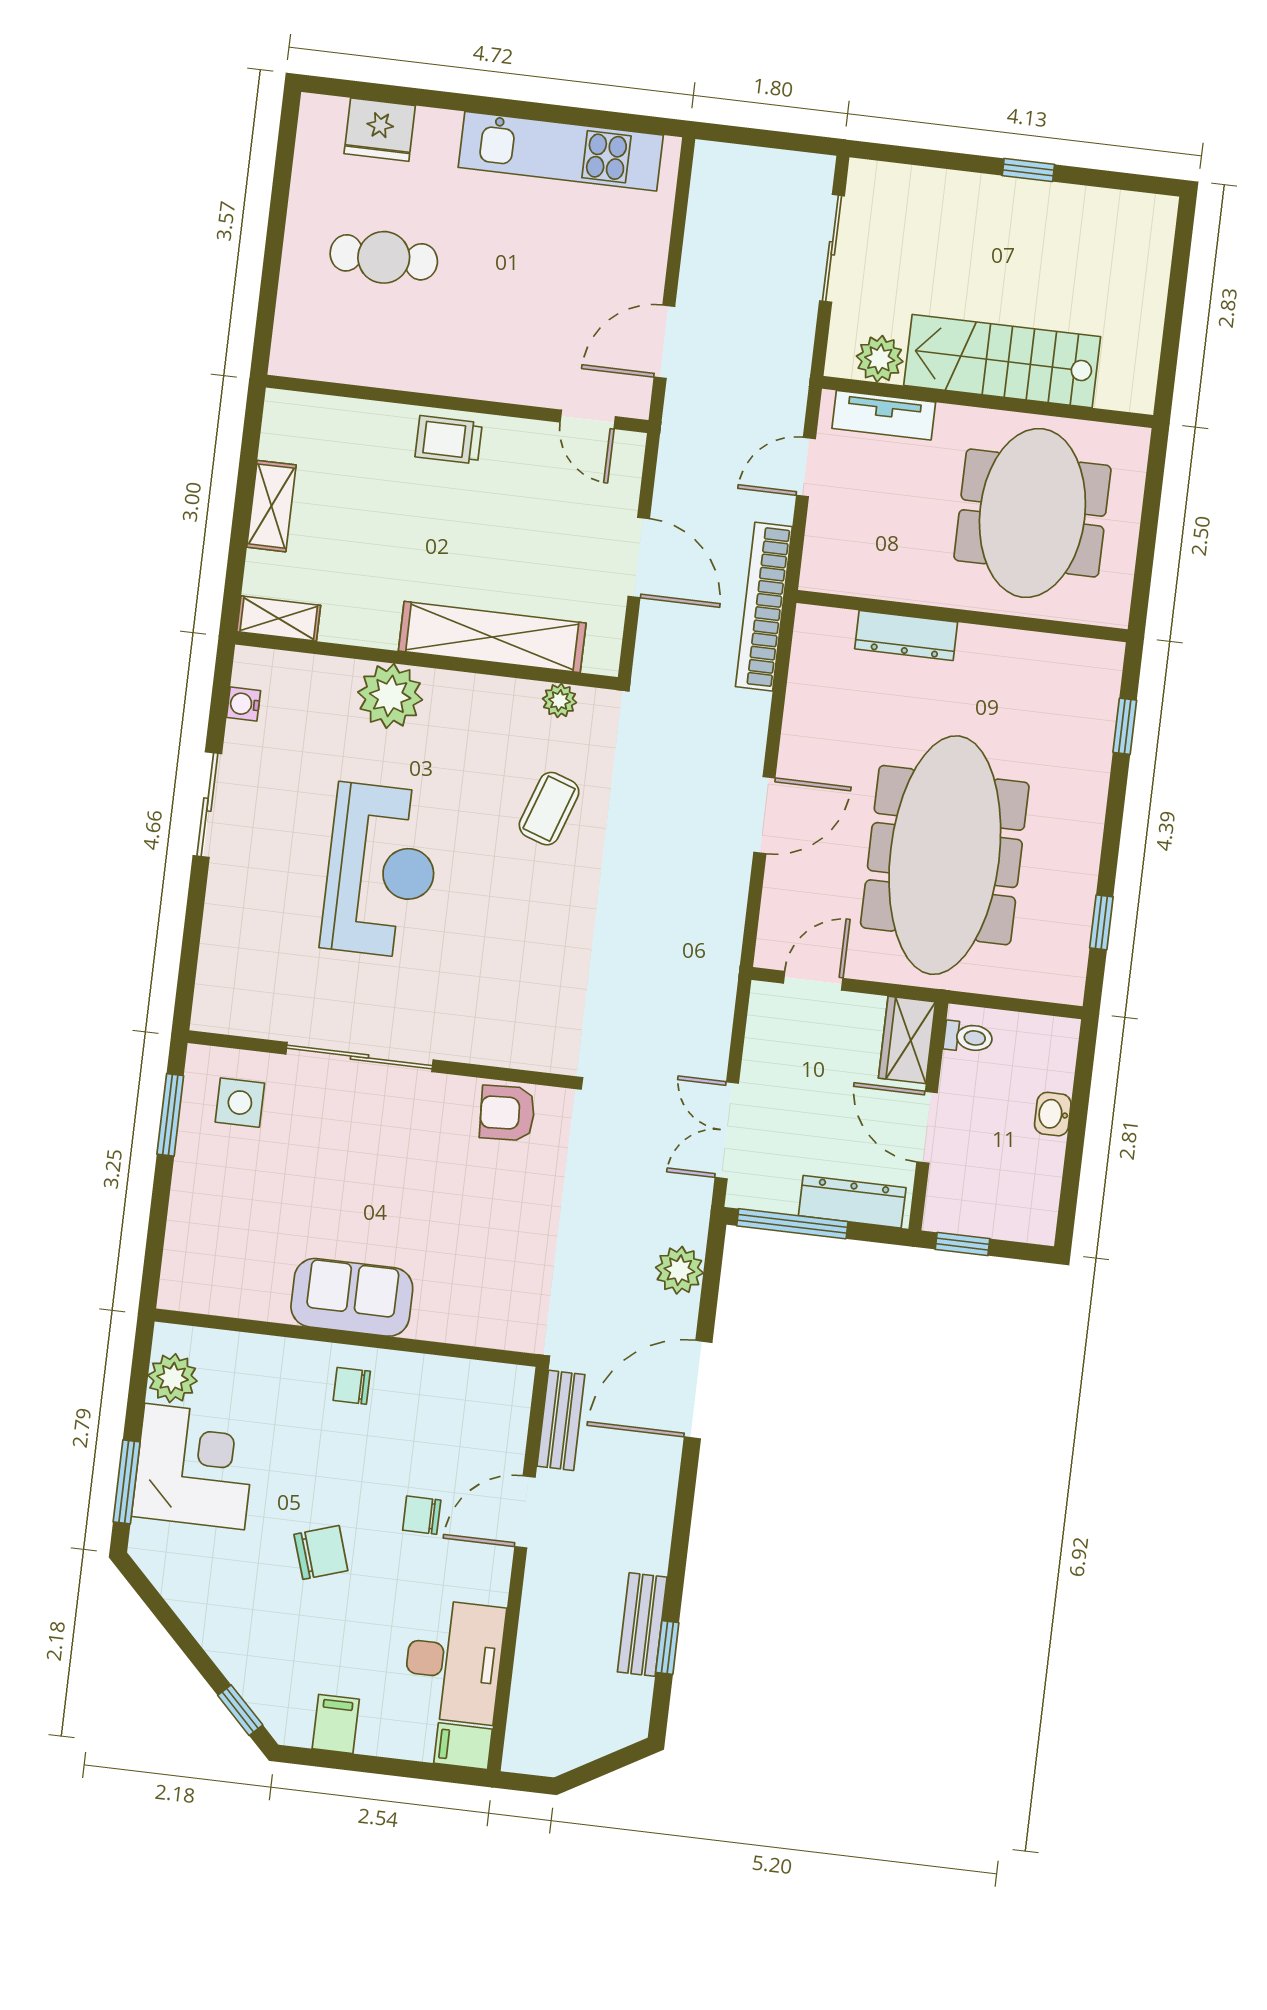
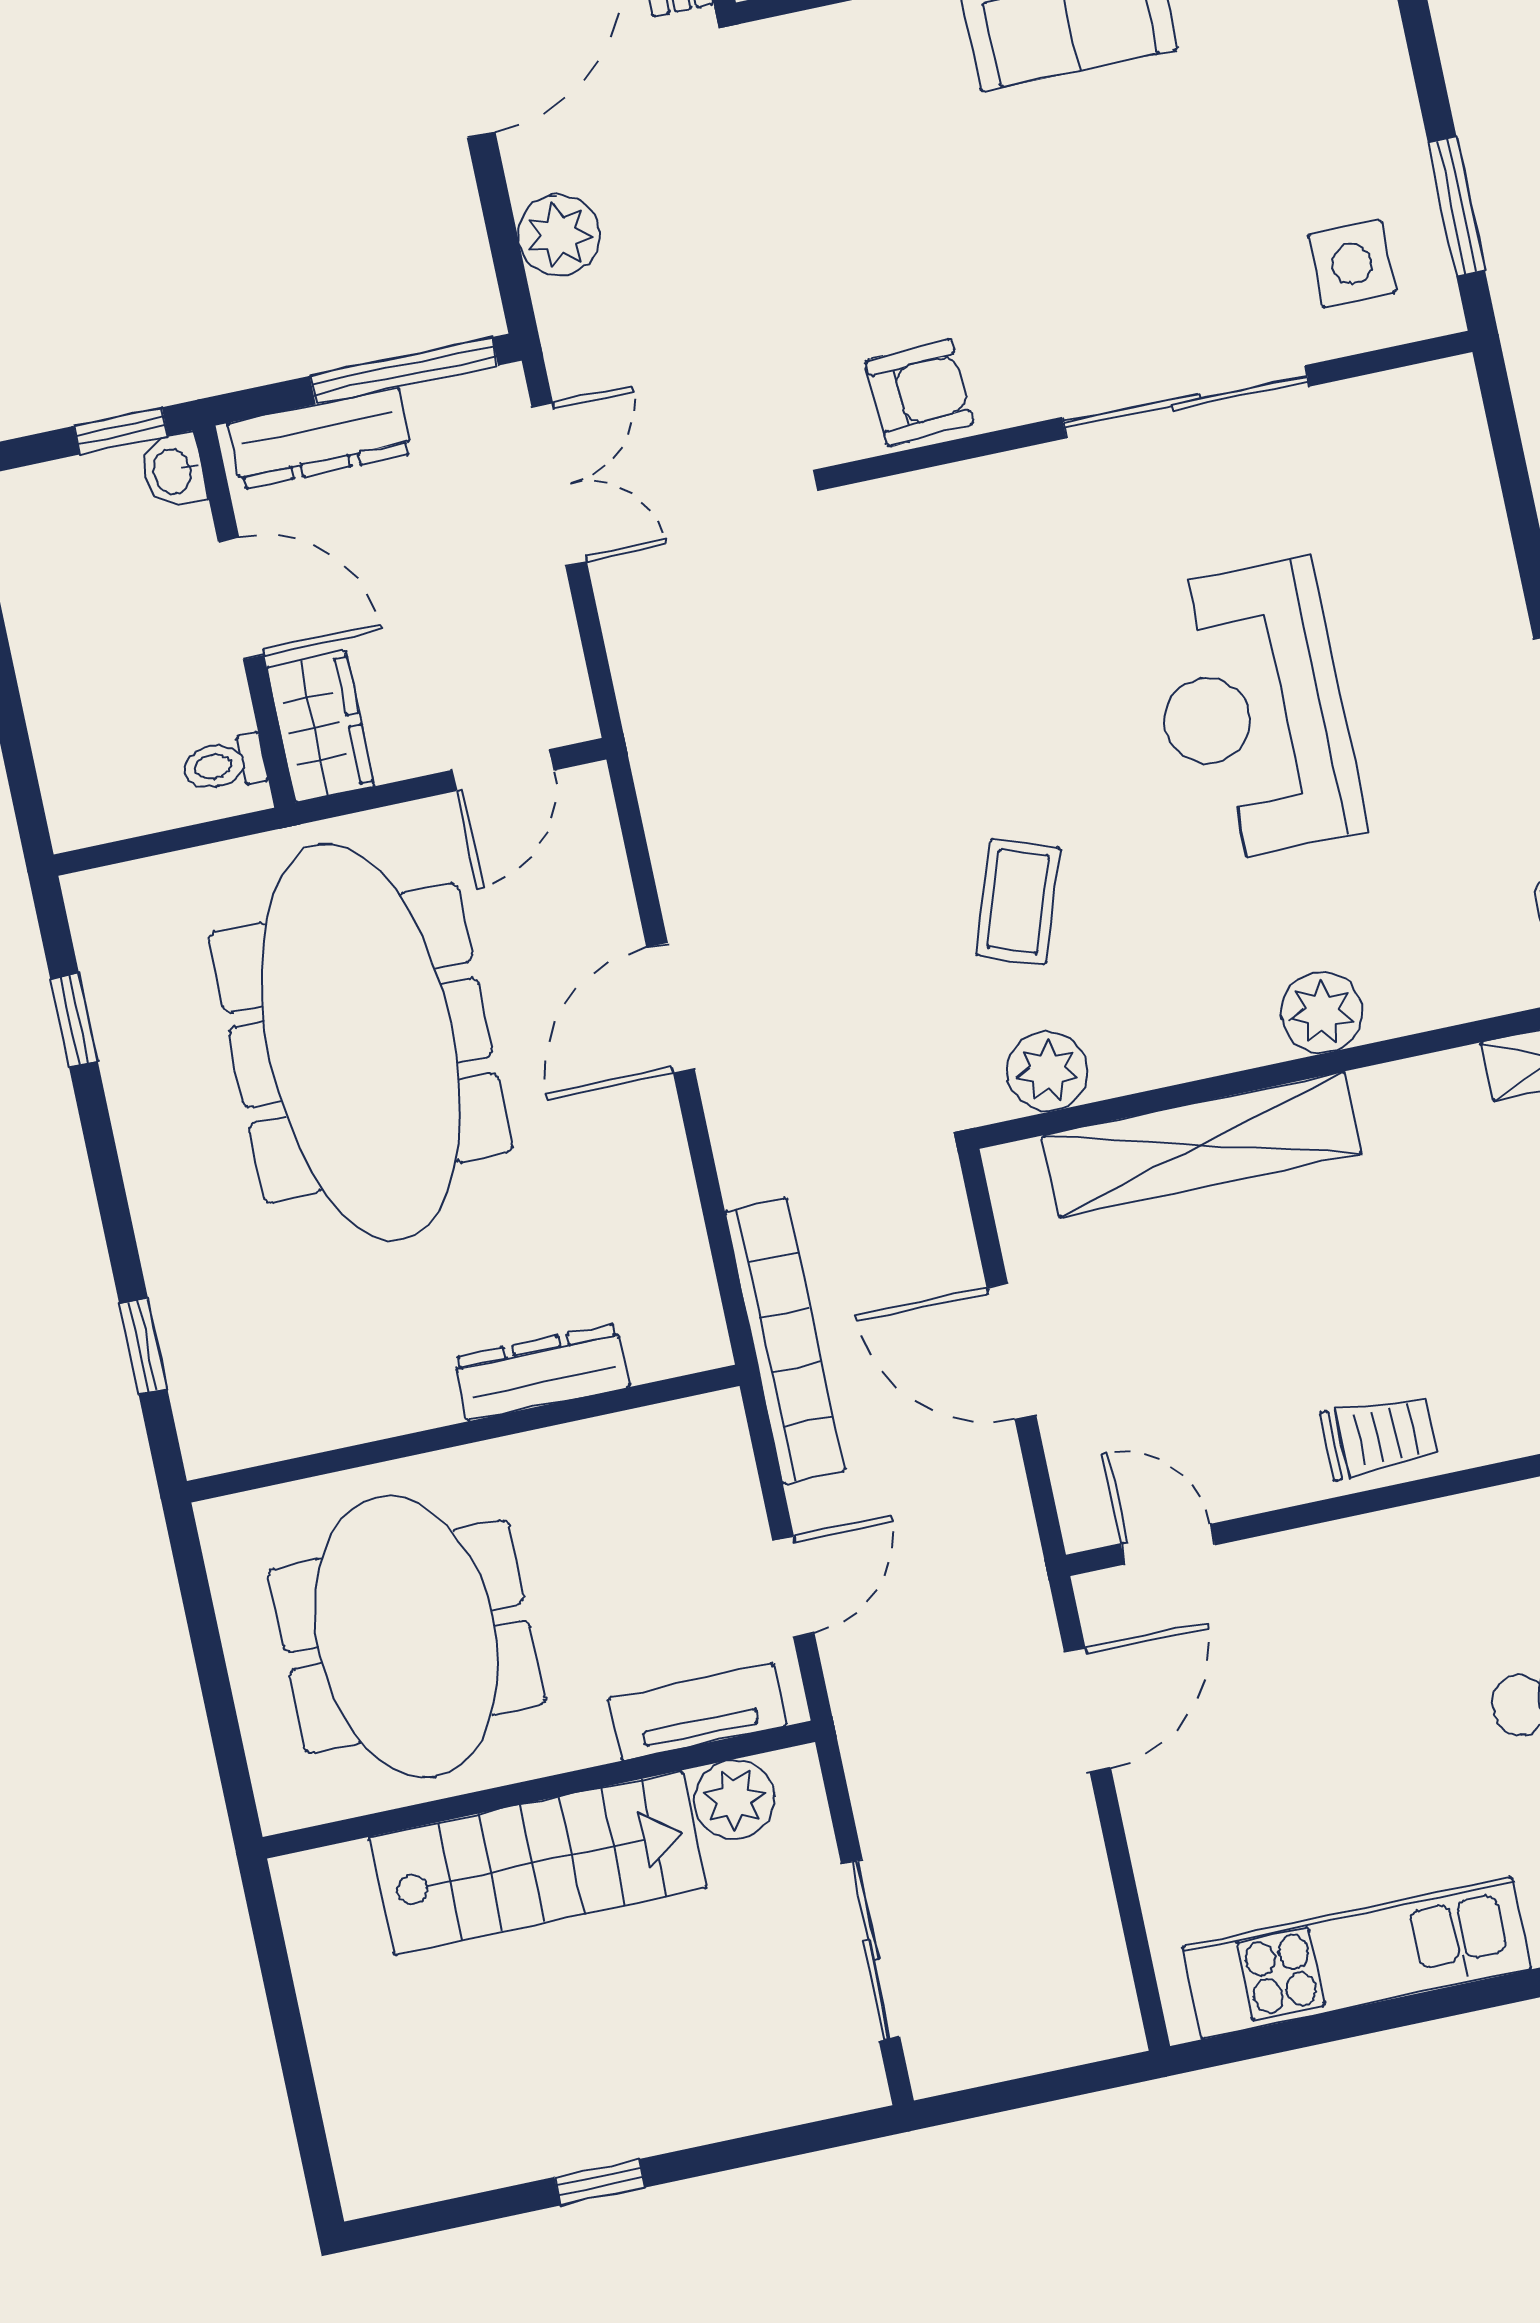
plant: (390, 696) -> (1322, 1012), width x0.73, depth x0.73
plant: (559, 701) -> (1047, 1071), width x1.38, depth x1.38
washbasin: (1053, 1114) -> (173, 471), moved, turned 180

